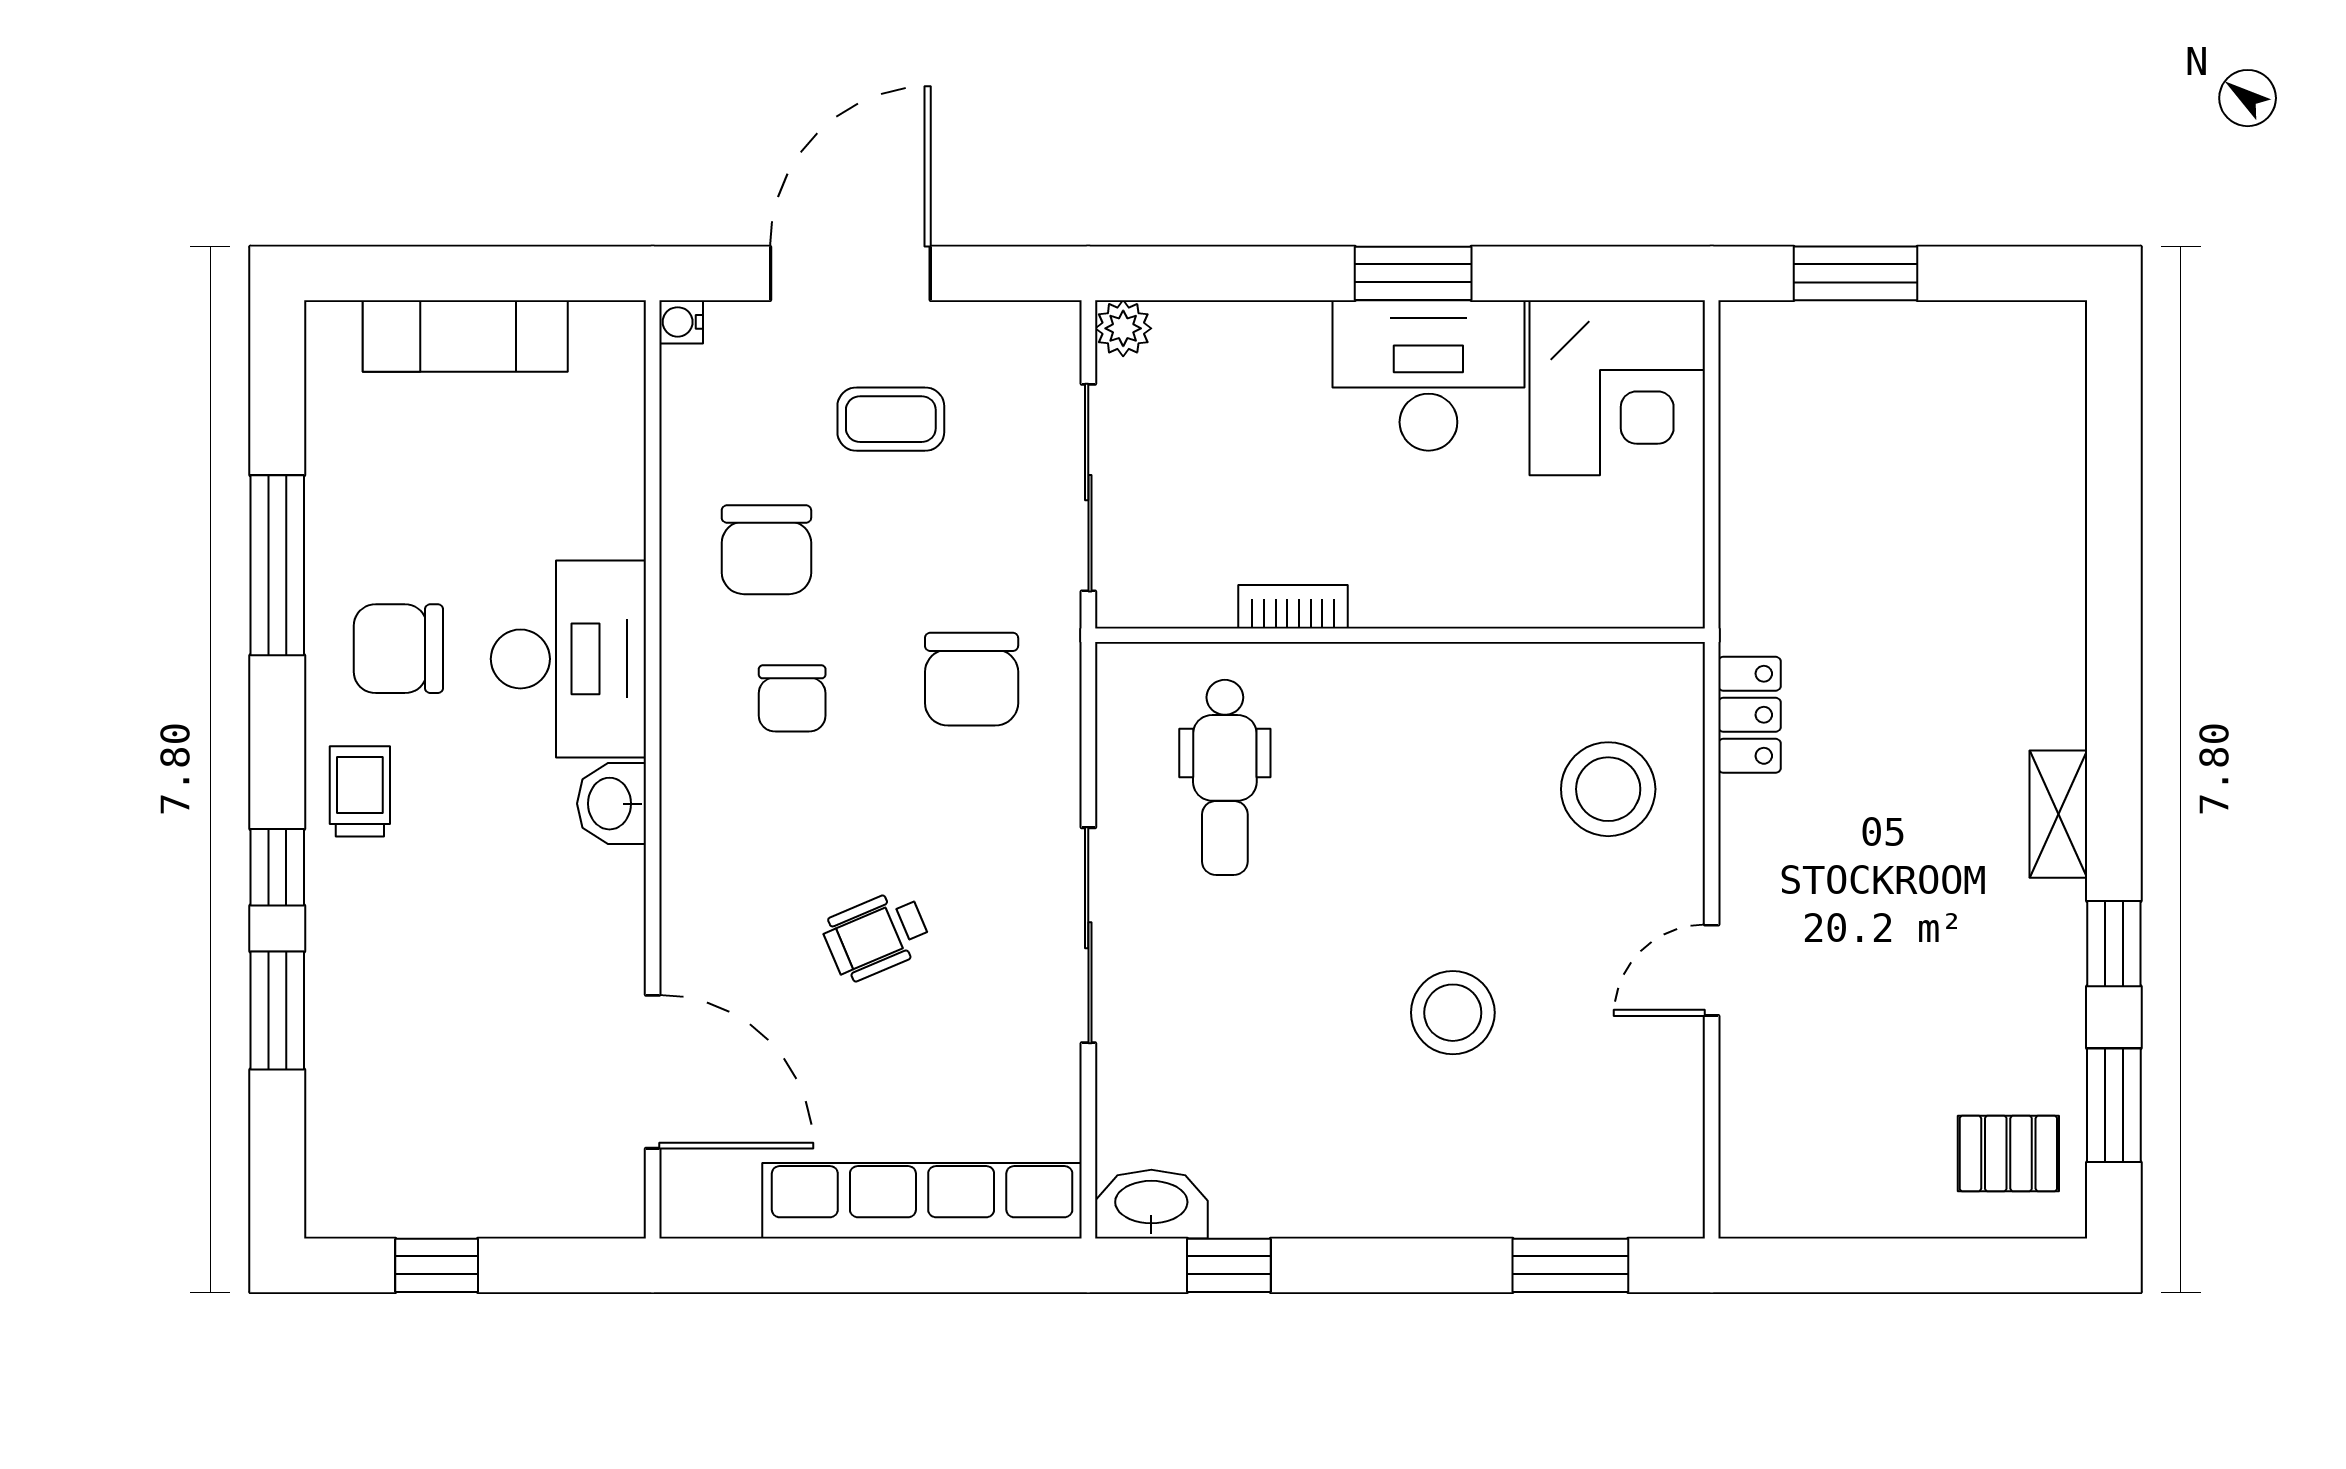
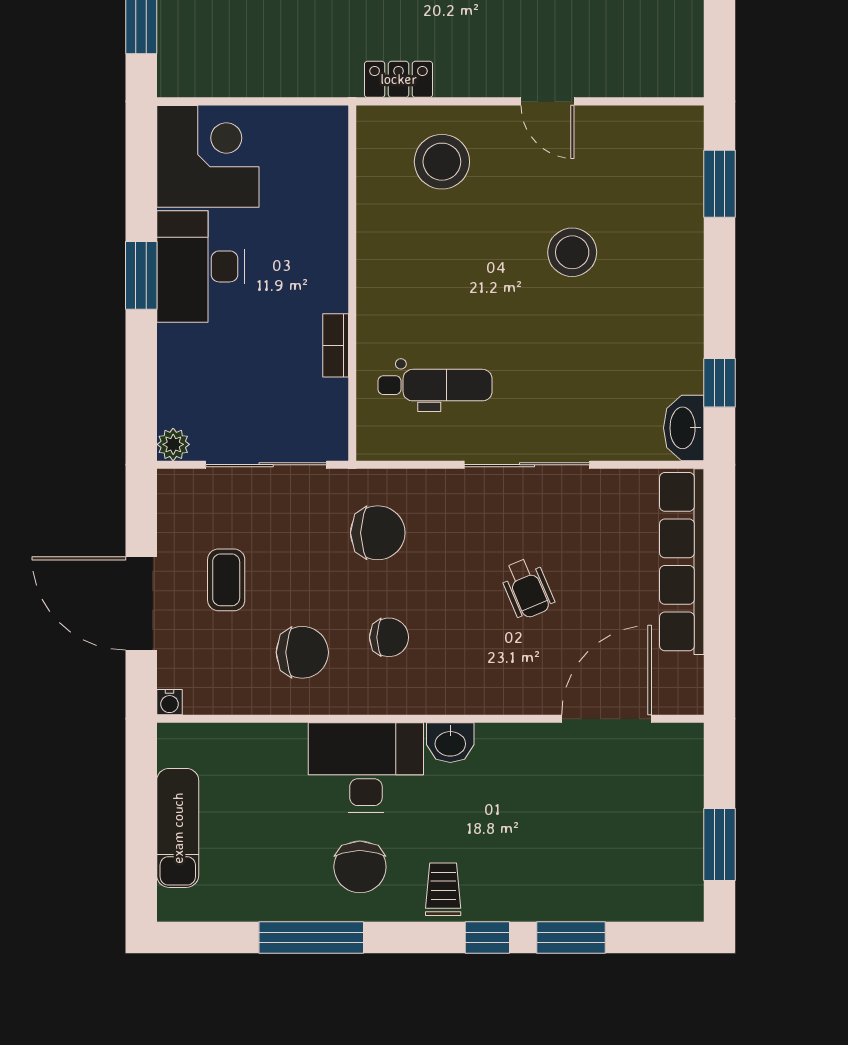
trolley: (360, 791) -> (443, 889), turned 90
window: (437, 1265) -> (719, 845), width x1.50

